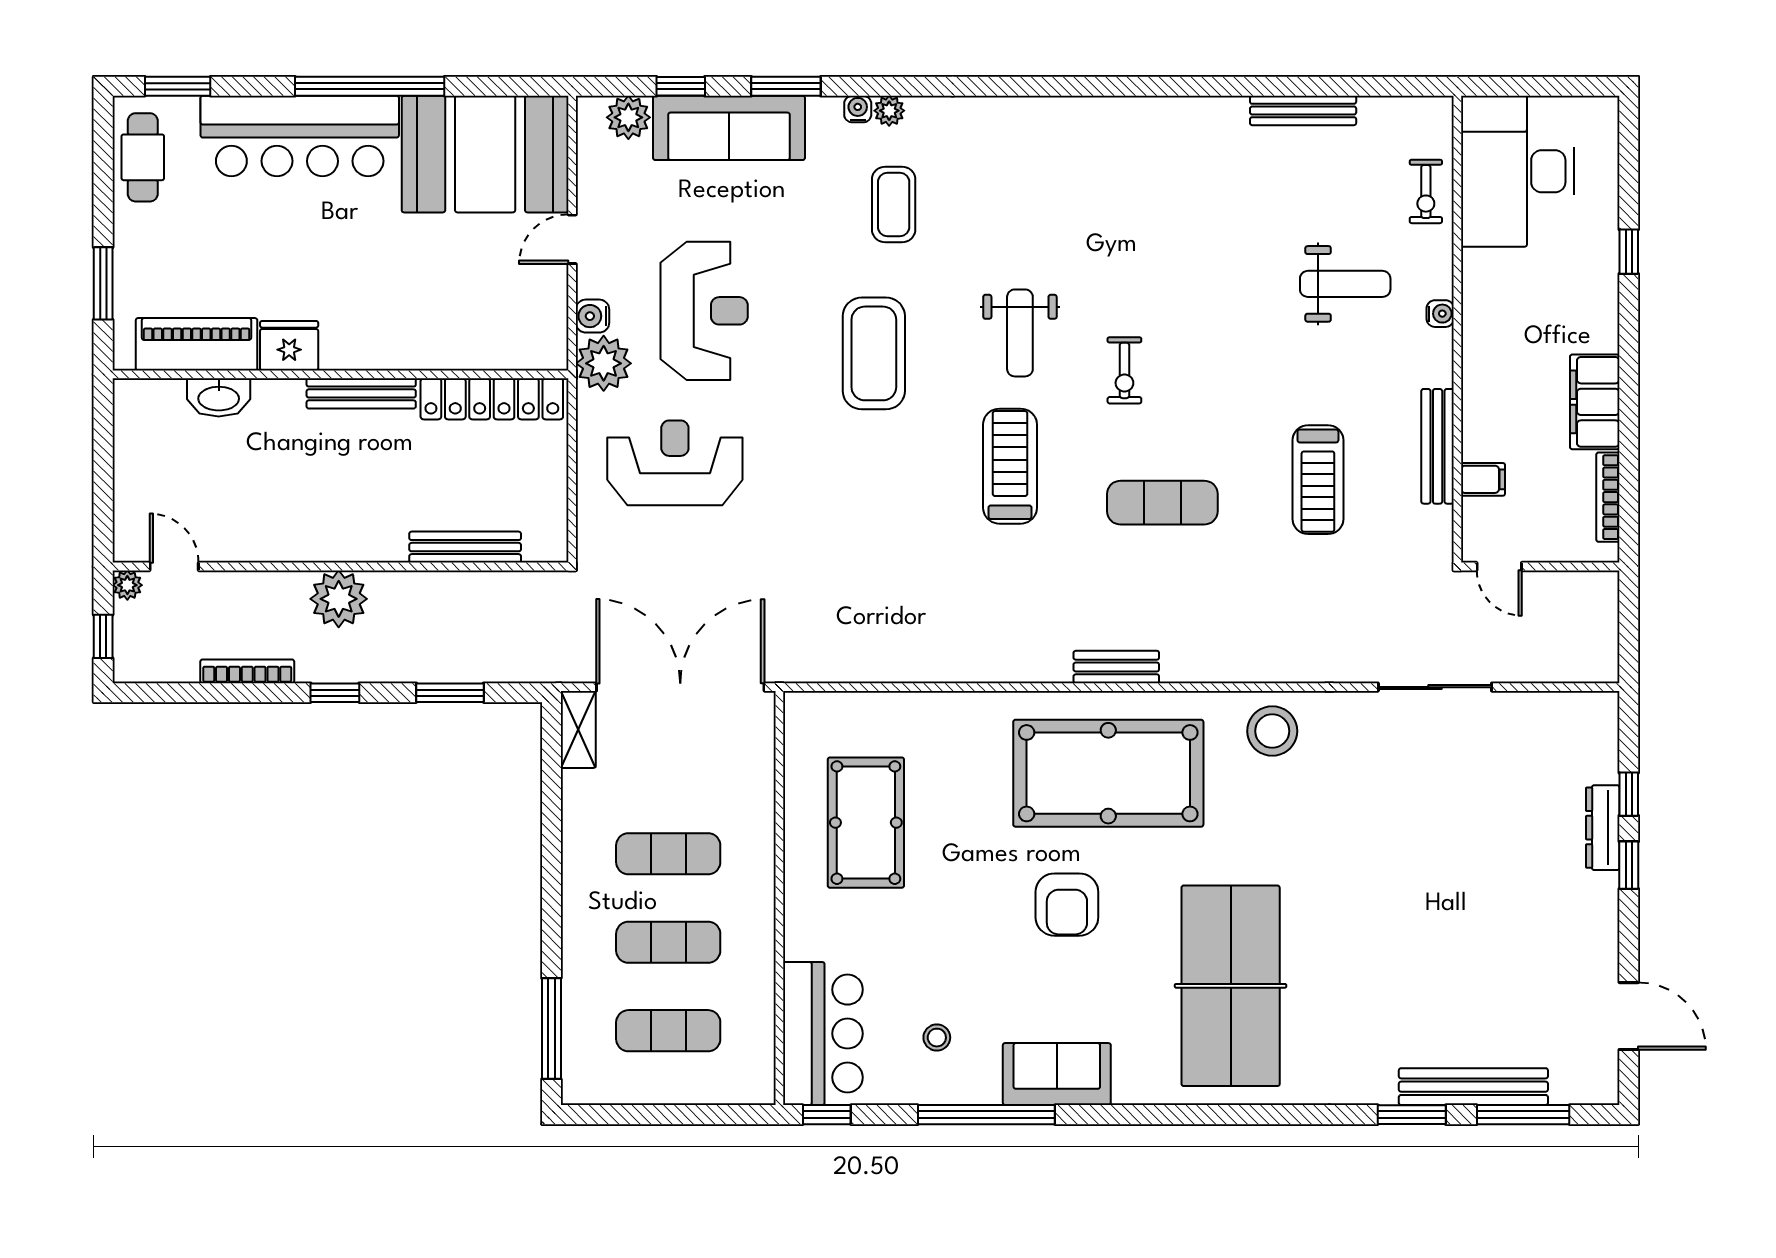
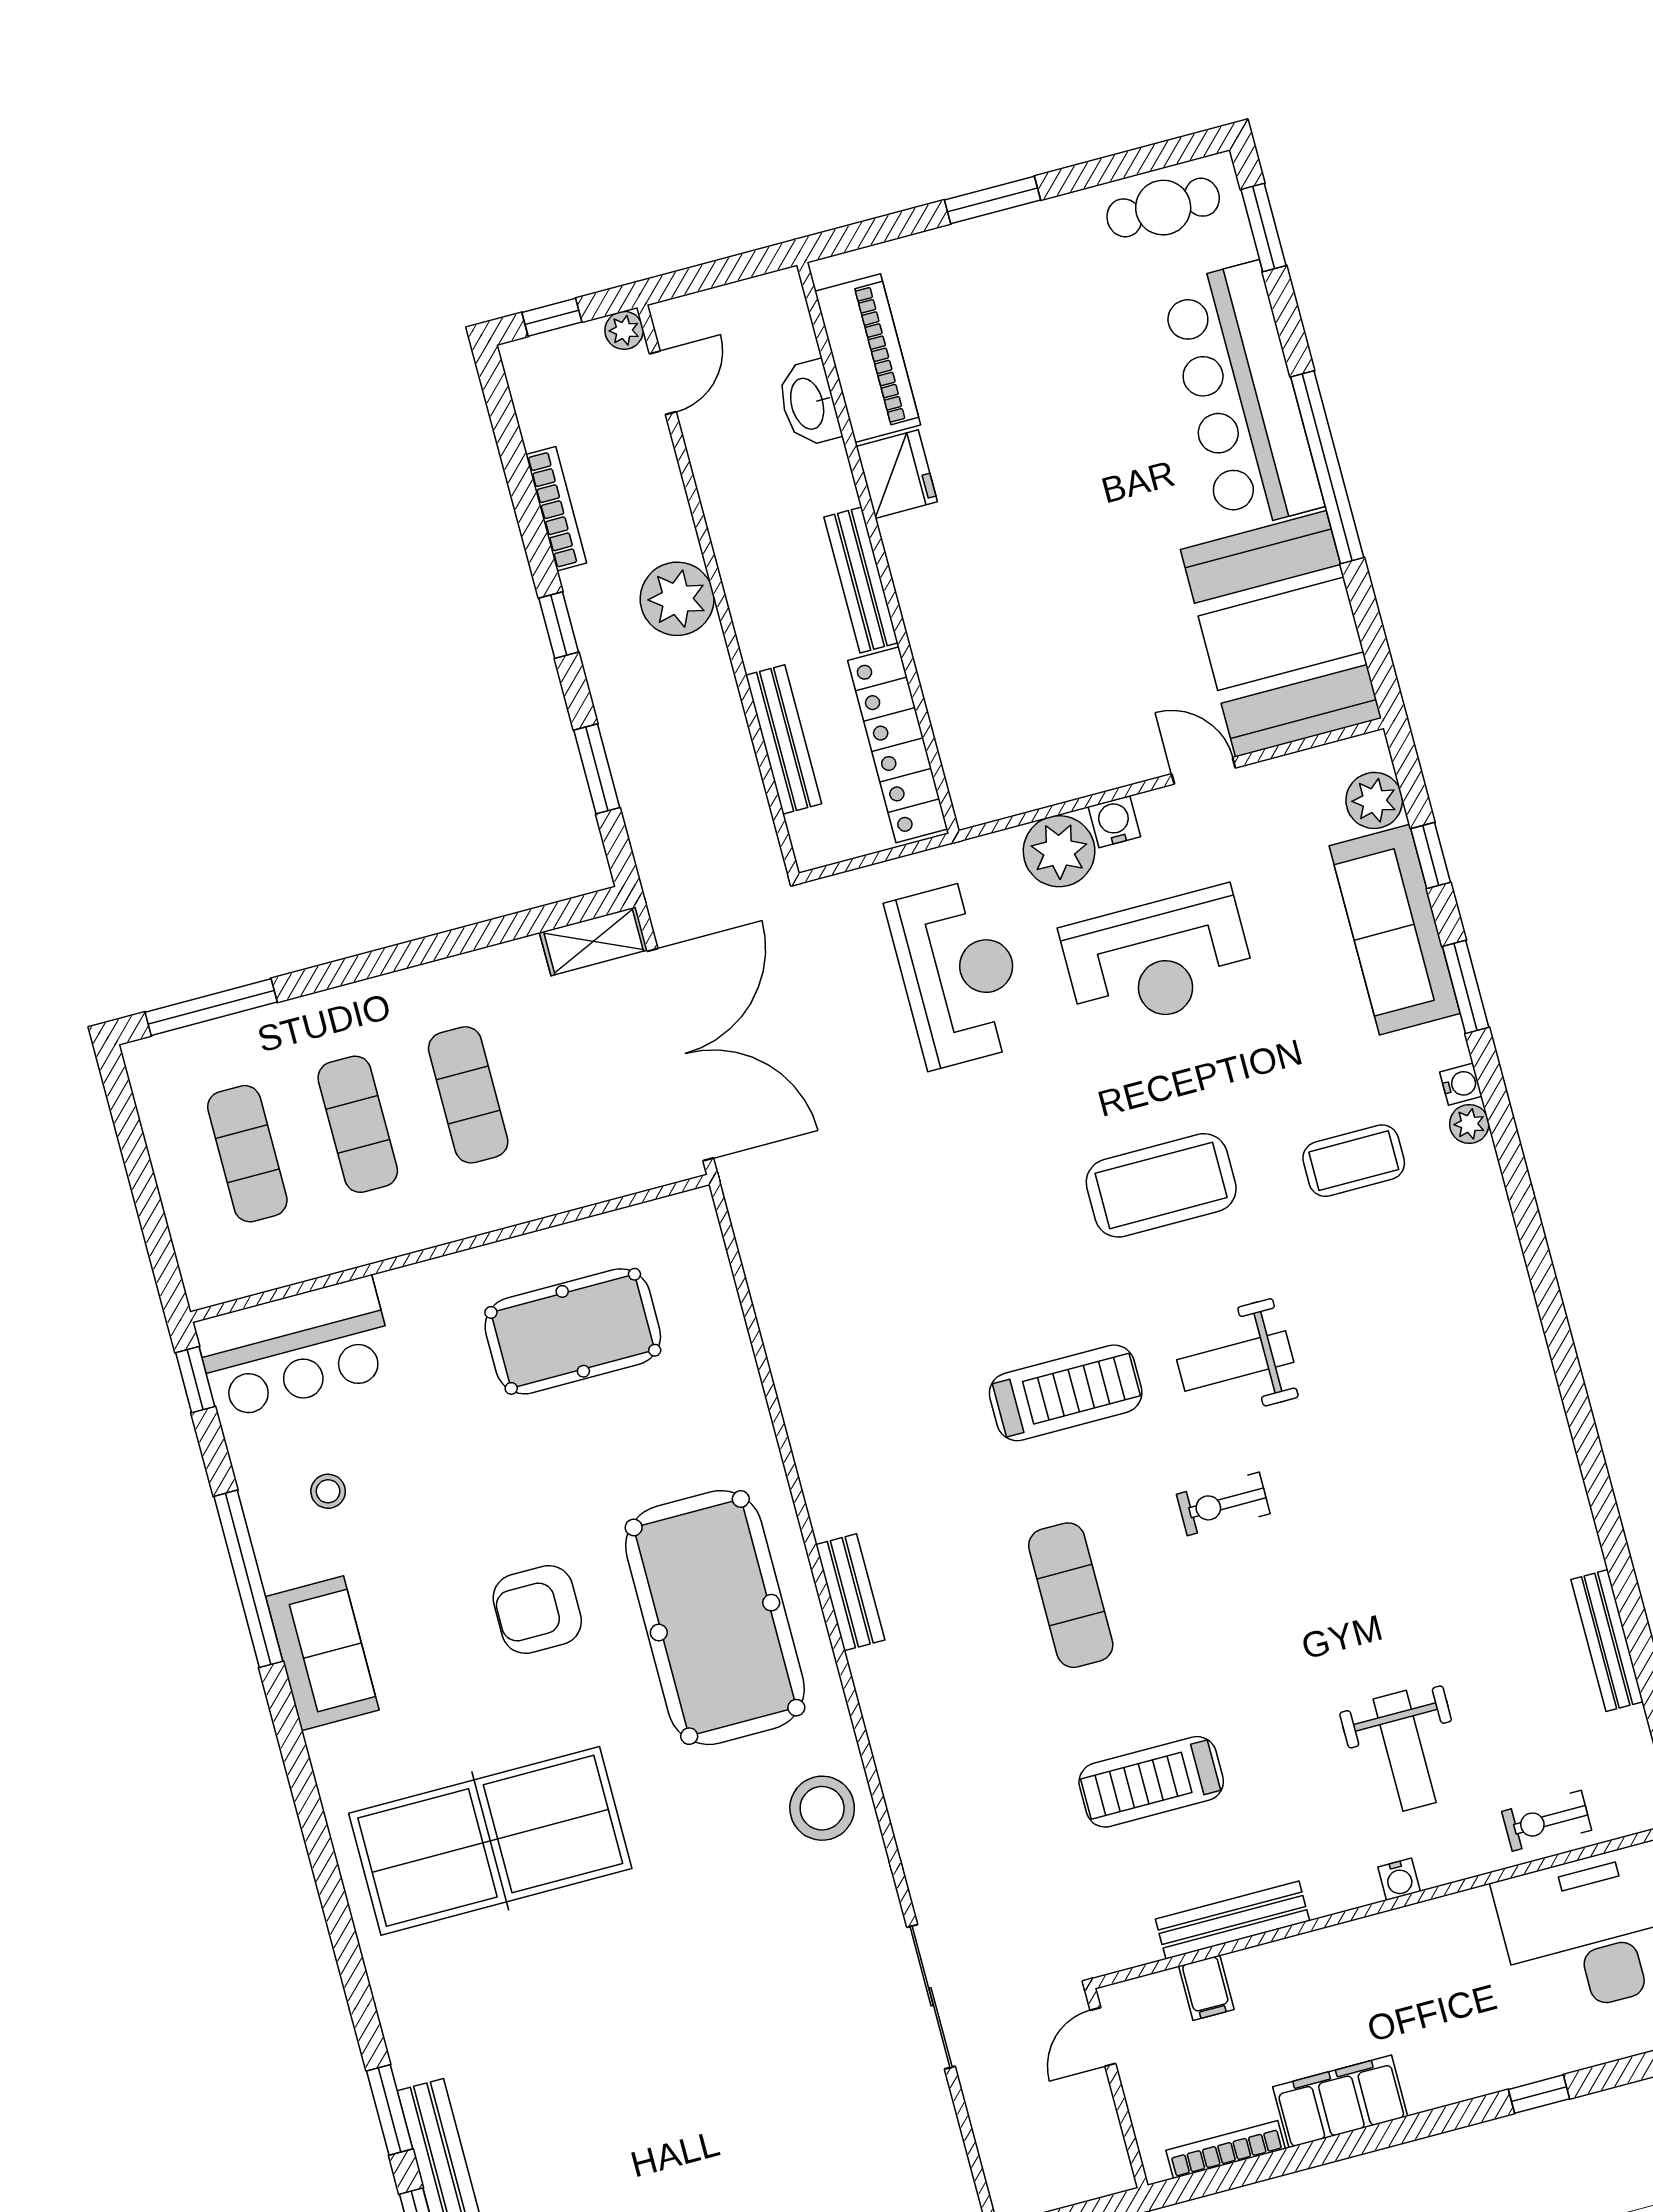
piano: (197, 344) -> (868, 358), moved
fridge: (289, 346) -> (897, 474), moved
wall: (340, 374) -> (878, 548), moved
bench: (361, 393) -> (861, 580), moved
washbasin: (219, 397) -> (809, 403), moved
locker: (492, 399) -> (898, 745), moved

